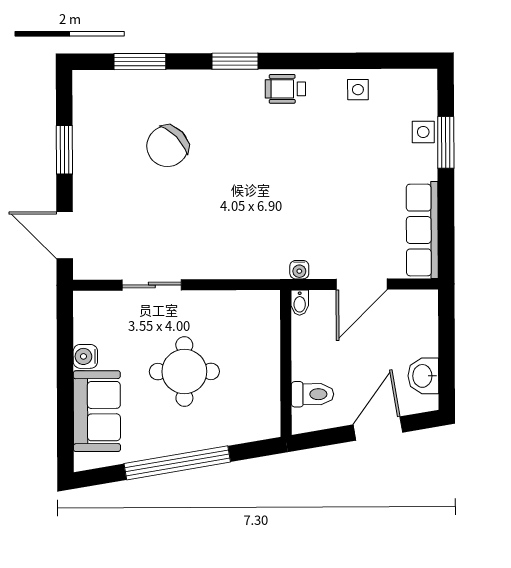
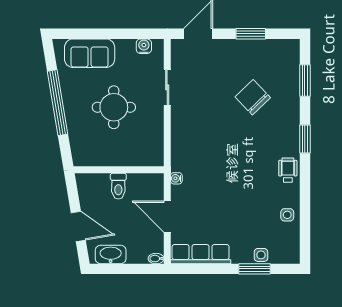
bidet: (300, 303) -> (156, 259), moved
water cooler: (85, 356) -> (144, 46), moved
washbasin: (423, 376) -> (111, 254), width x1.38
toilet: (312, 394) -> (118, 186), moved

